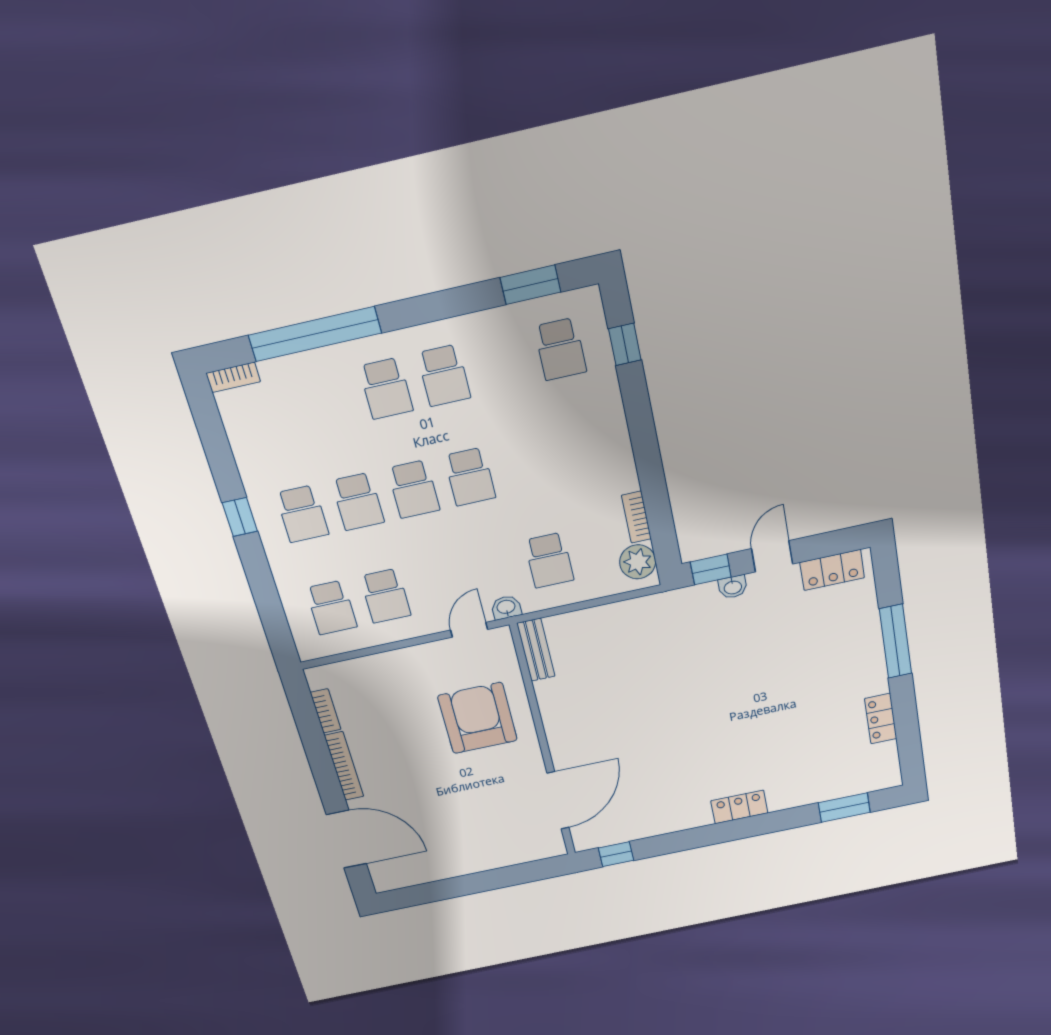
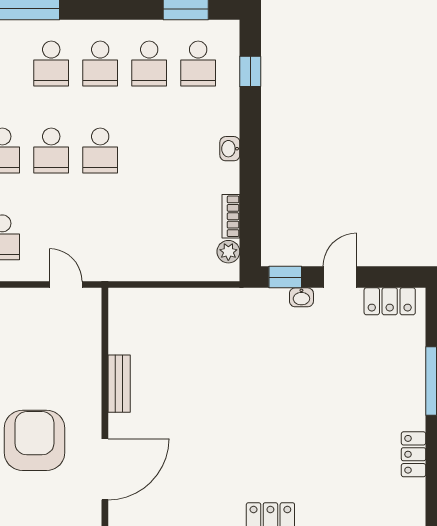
school desk: (549, 560) -> (149, 64), moved
plant: (638, 562) -> (228, 252), width x0.73, depth x0.73
washbasin: (506, 607) -> (230, 149), moved, turned -90
door: (469, 630) -> (66, 285), hinge flipped
bench: (536, 650) -> (119, 384), moved
armchair: (478, 718) -> (34, 440), moved

